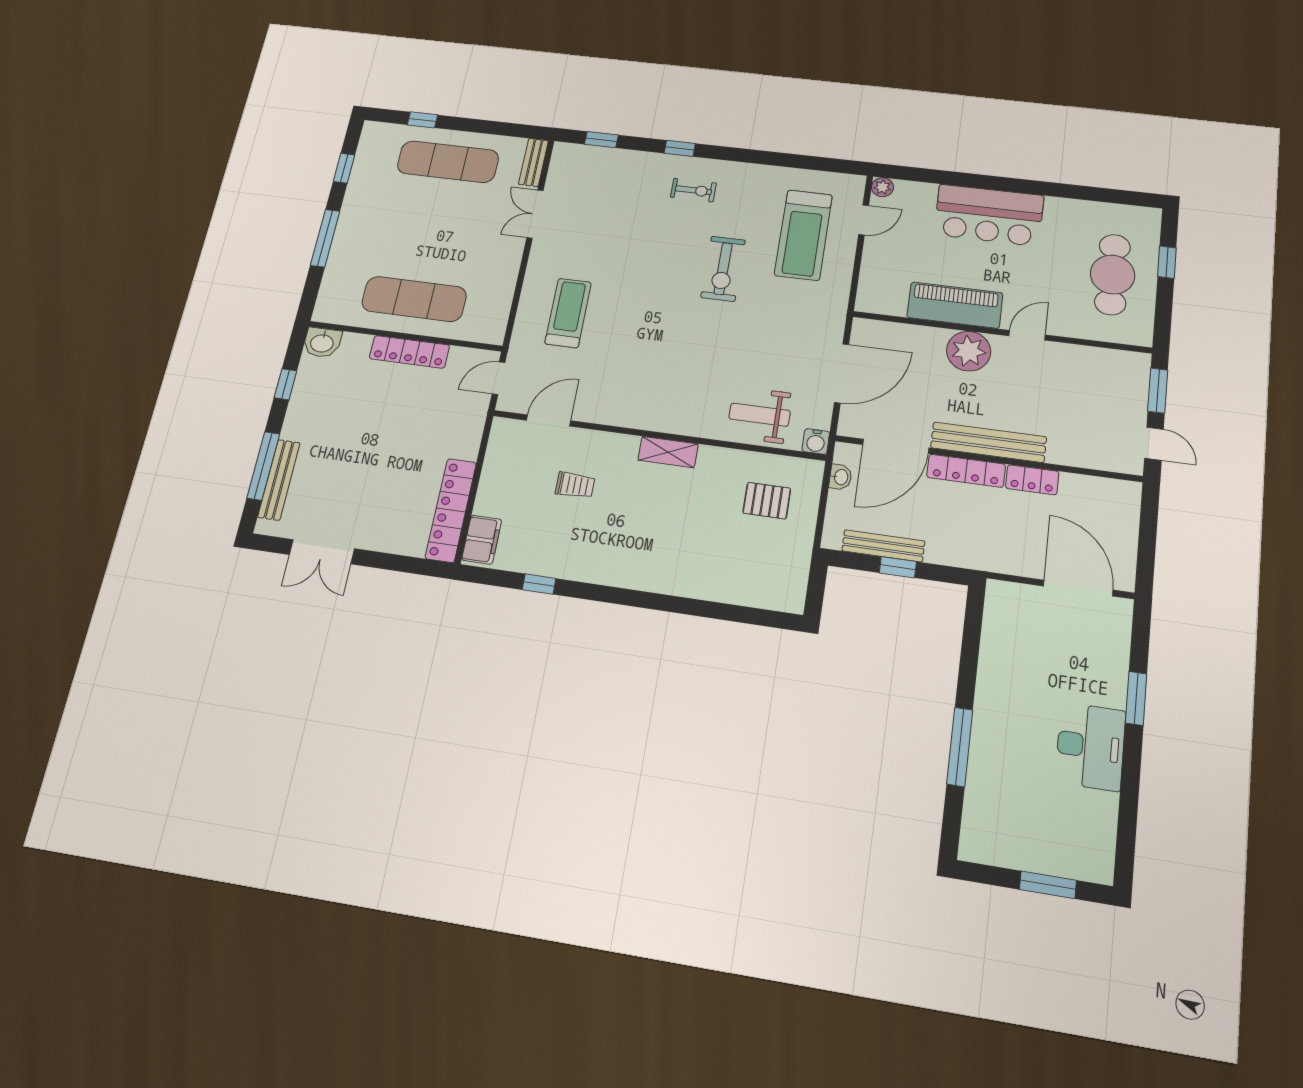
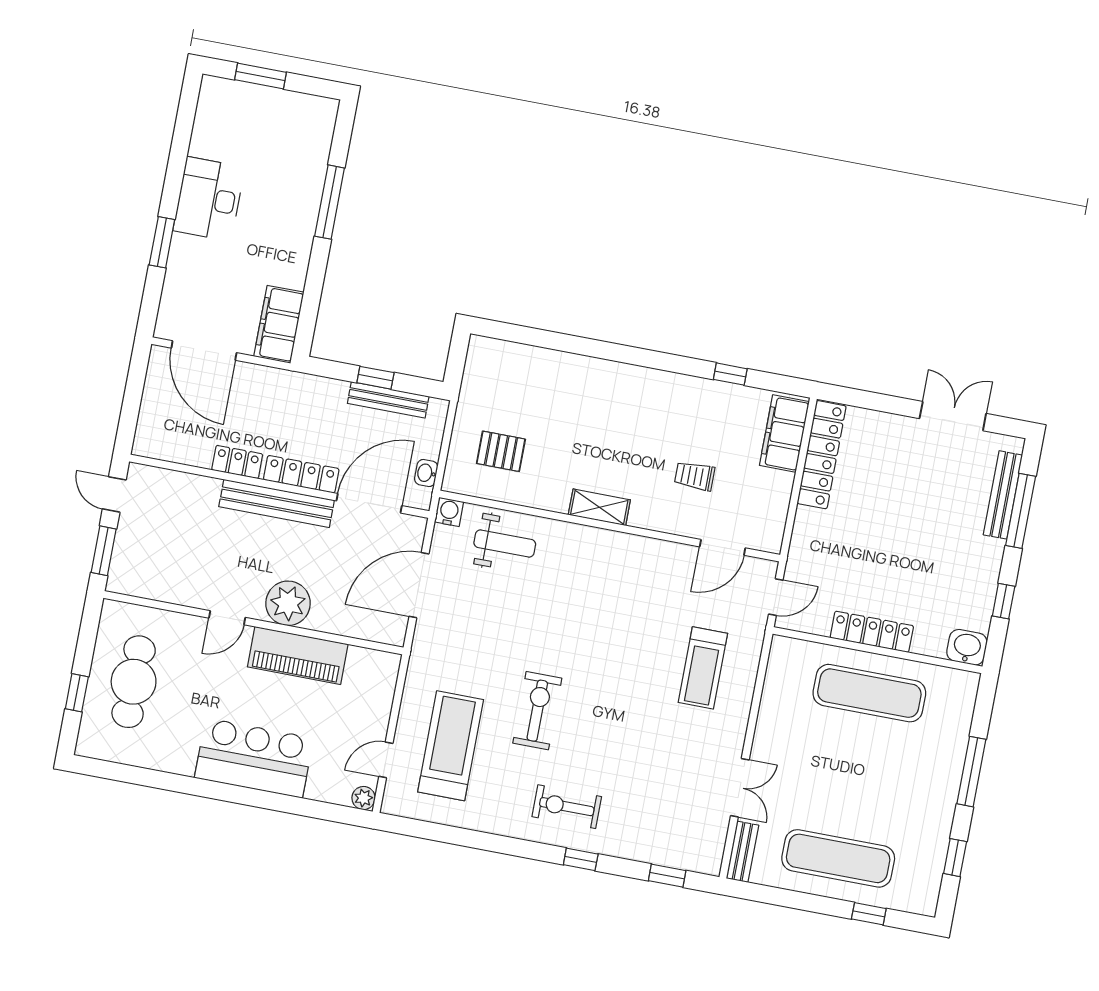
exercise bike: (693, 190) -> (567, 807), width x1.38, depth x1.39
filing cabinet: (482, 540) -> (784, 433), width x1.50, depth x1.17
filing cabinet: (1002, 617) -> (279, 324), added

